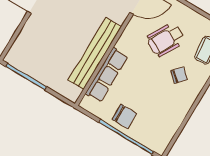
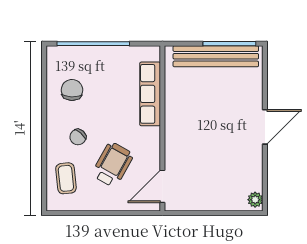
bench: (95, 53) -> (216, 56), moved, turned 90
chair: (124, 116) -> (72, 90), moved, turned 92

